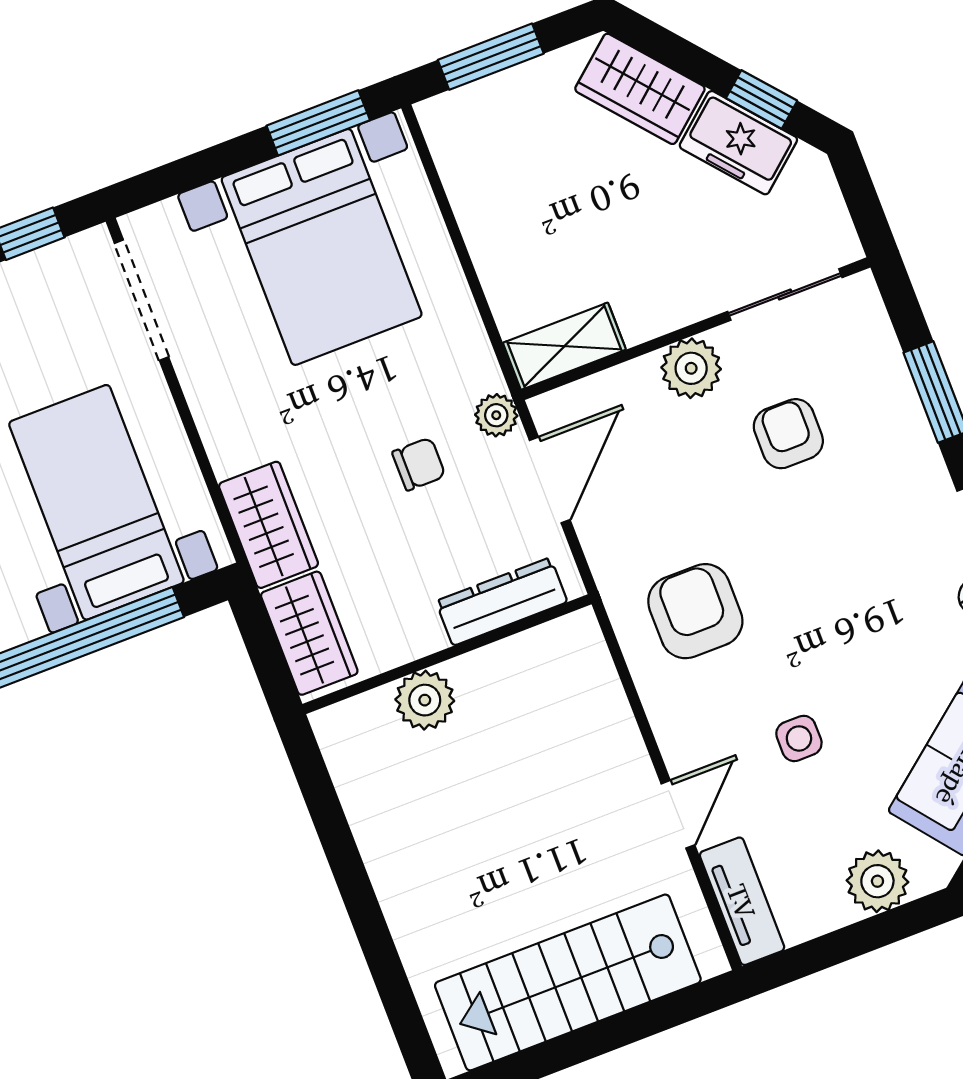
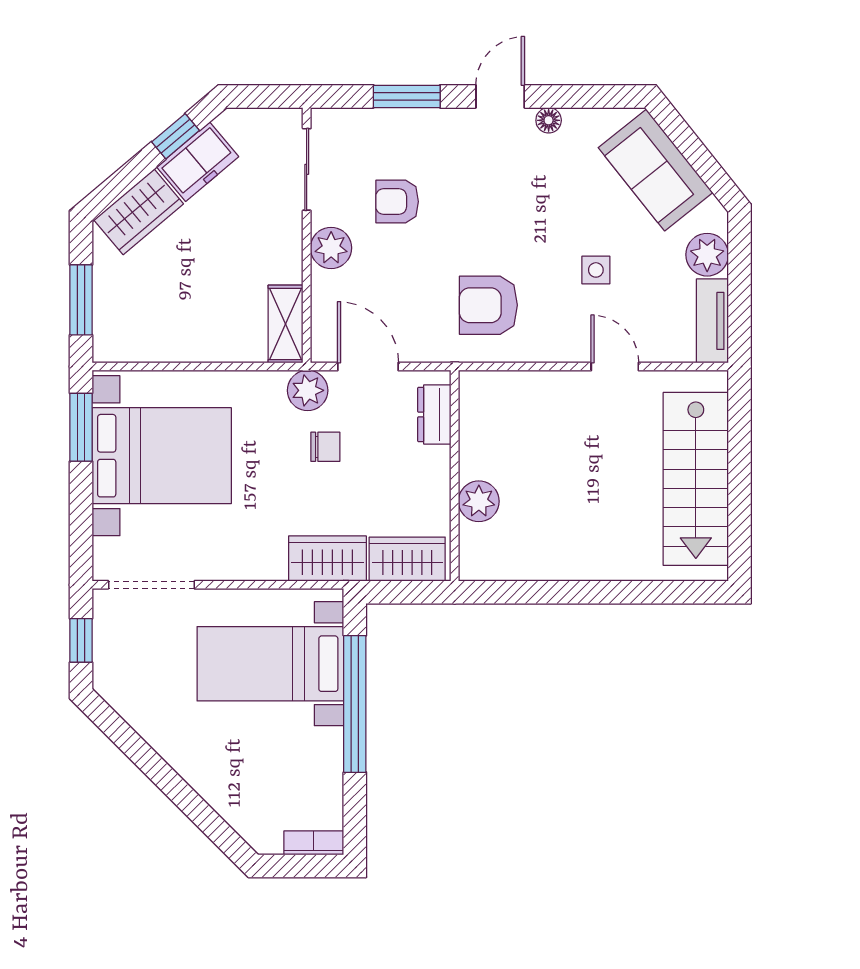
plant: (496, 415) -> (308, 390), width x1.38, depth x1.38
chair: (419, 464) -> (325, 447), turned 90
dresser: (502, 602) -> (434, 415), width x0.70
tv unit: (742, 901) -> (712, 321), moved, turned -90

